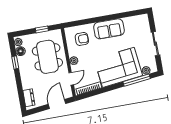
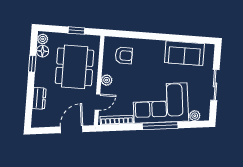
sofa: (109, 29) -> (184, 53), moved
window: (137, 80) -> (160, 126), moved
dresser: (29, 98) -> (39, 98), moved

